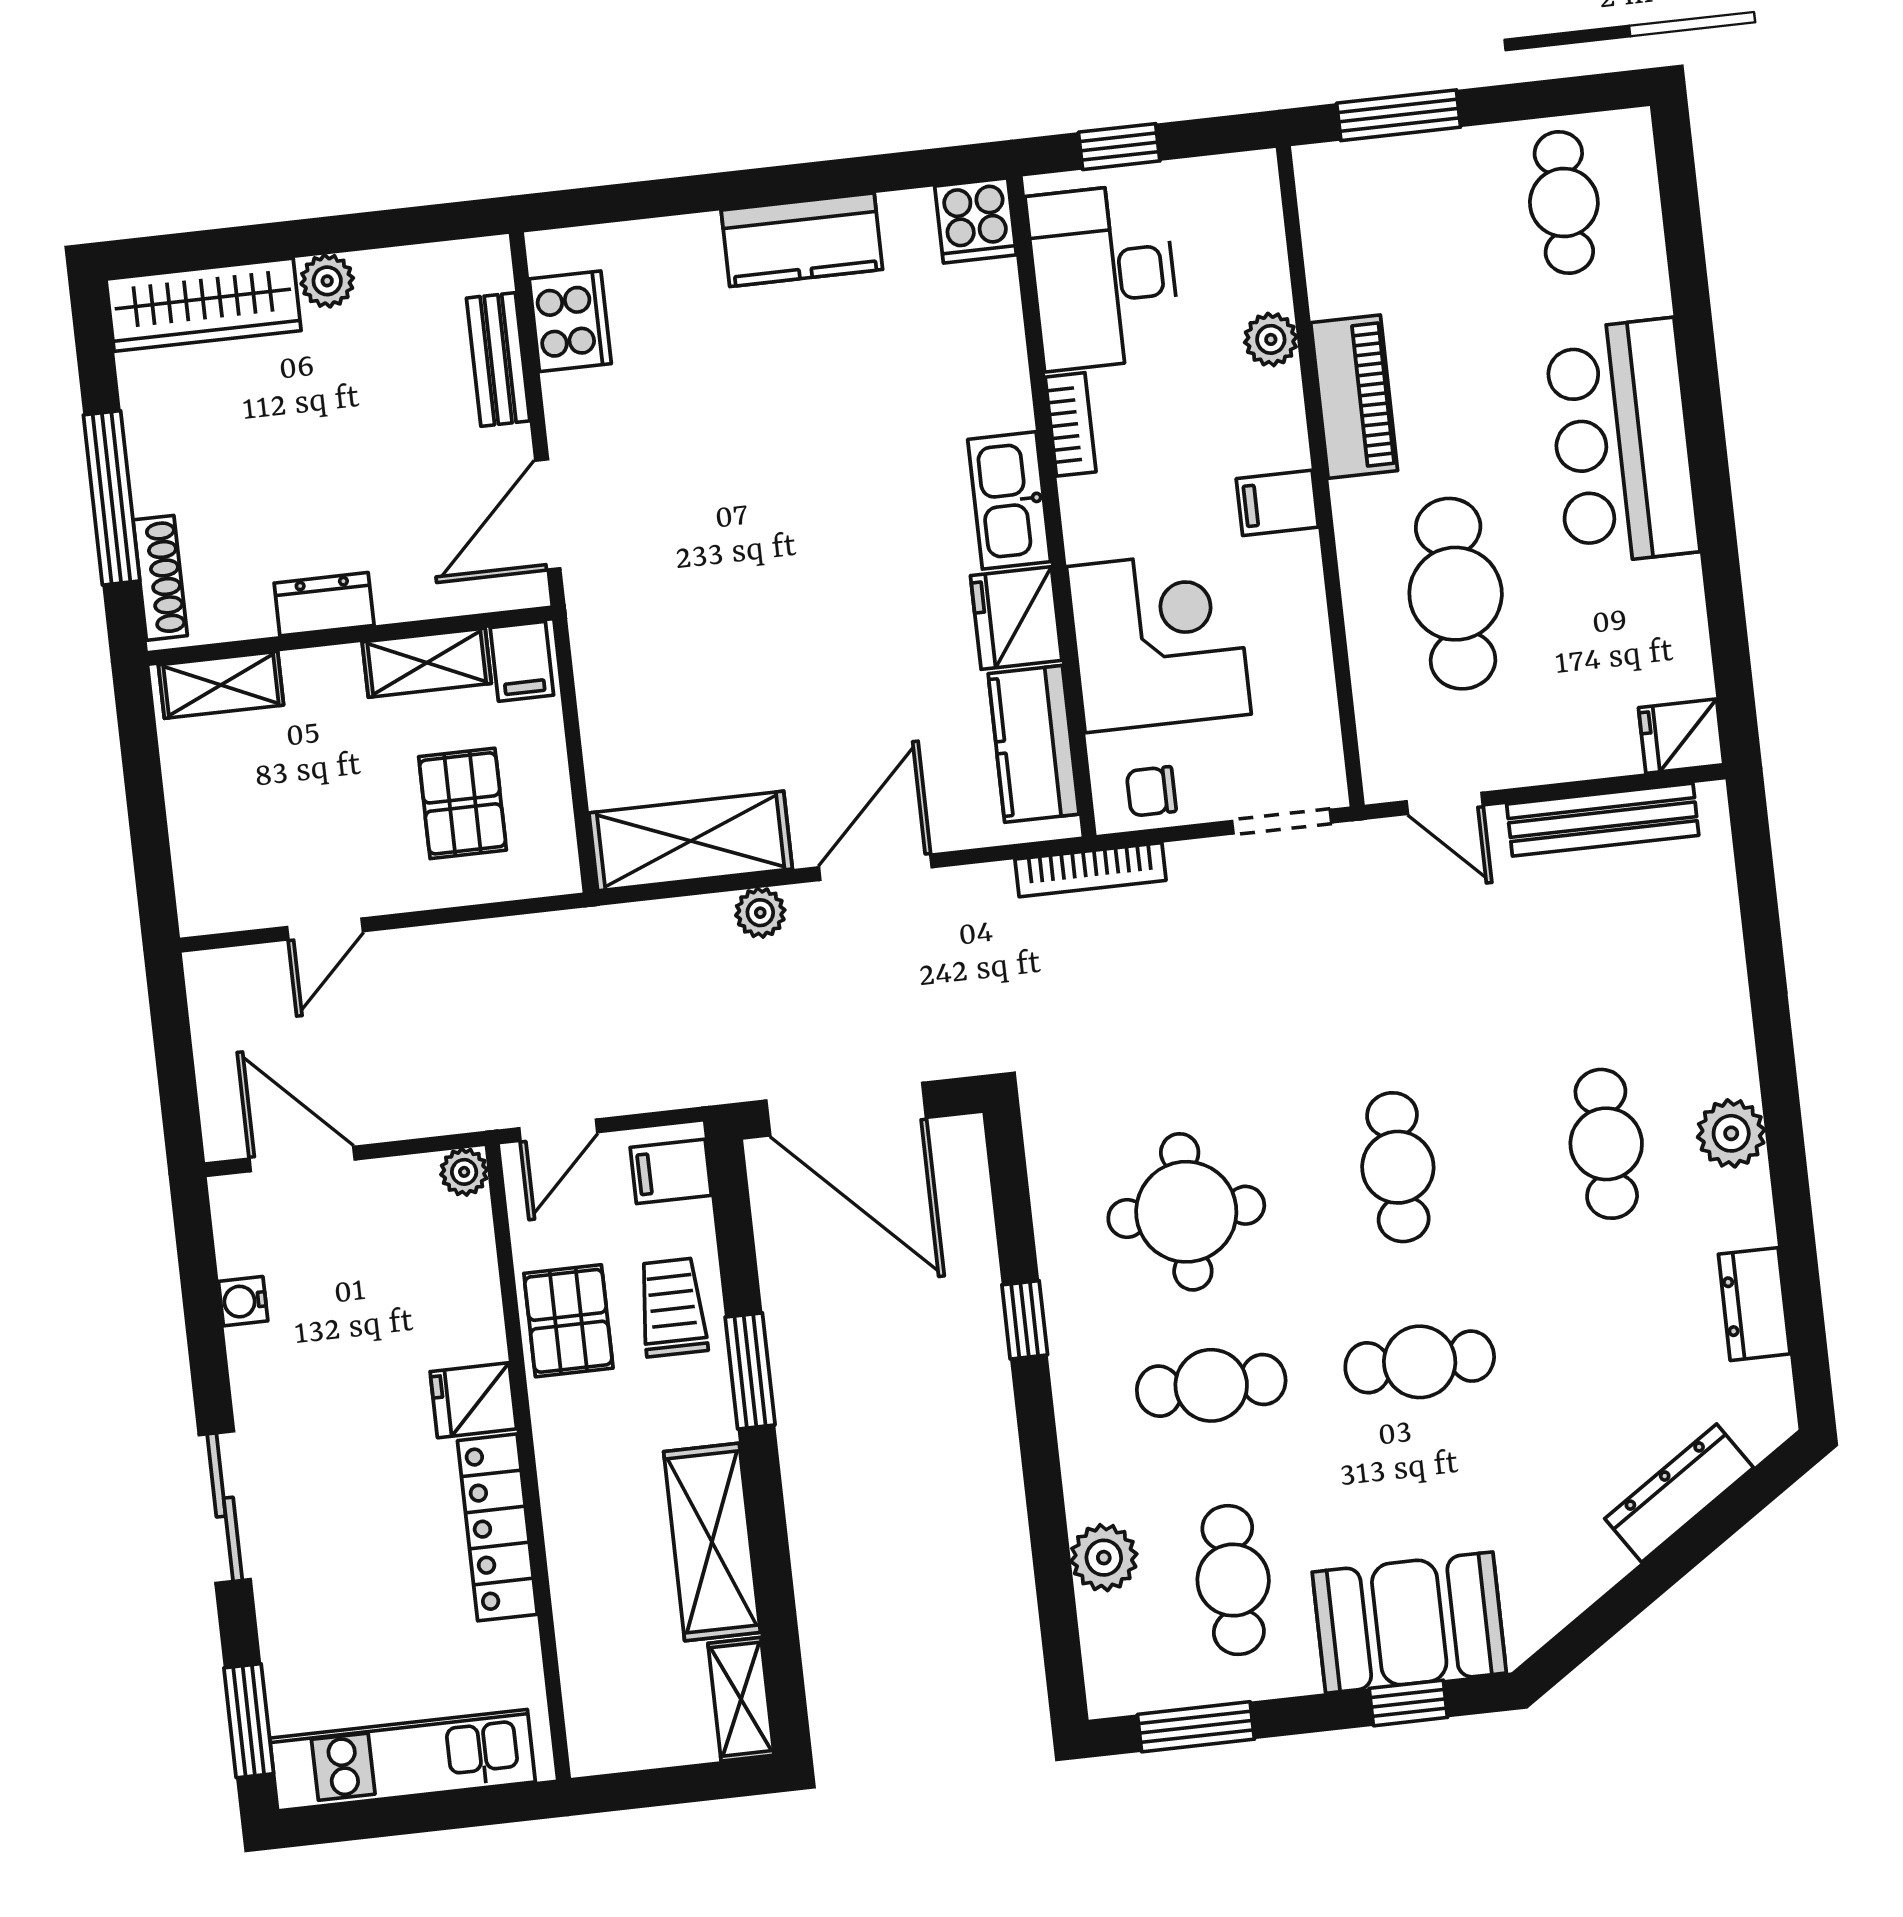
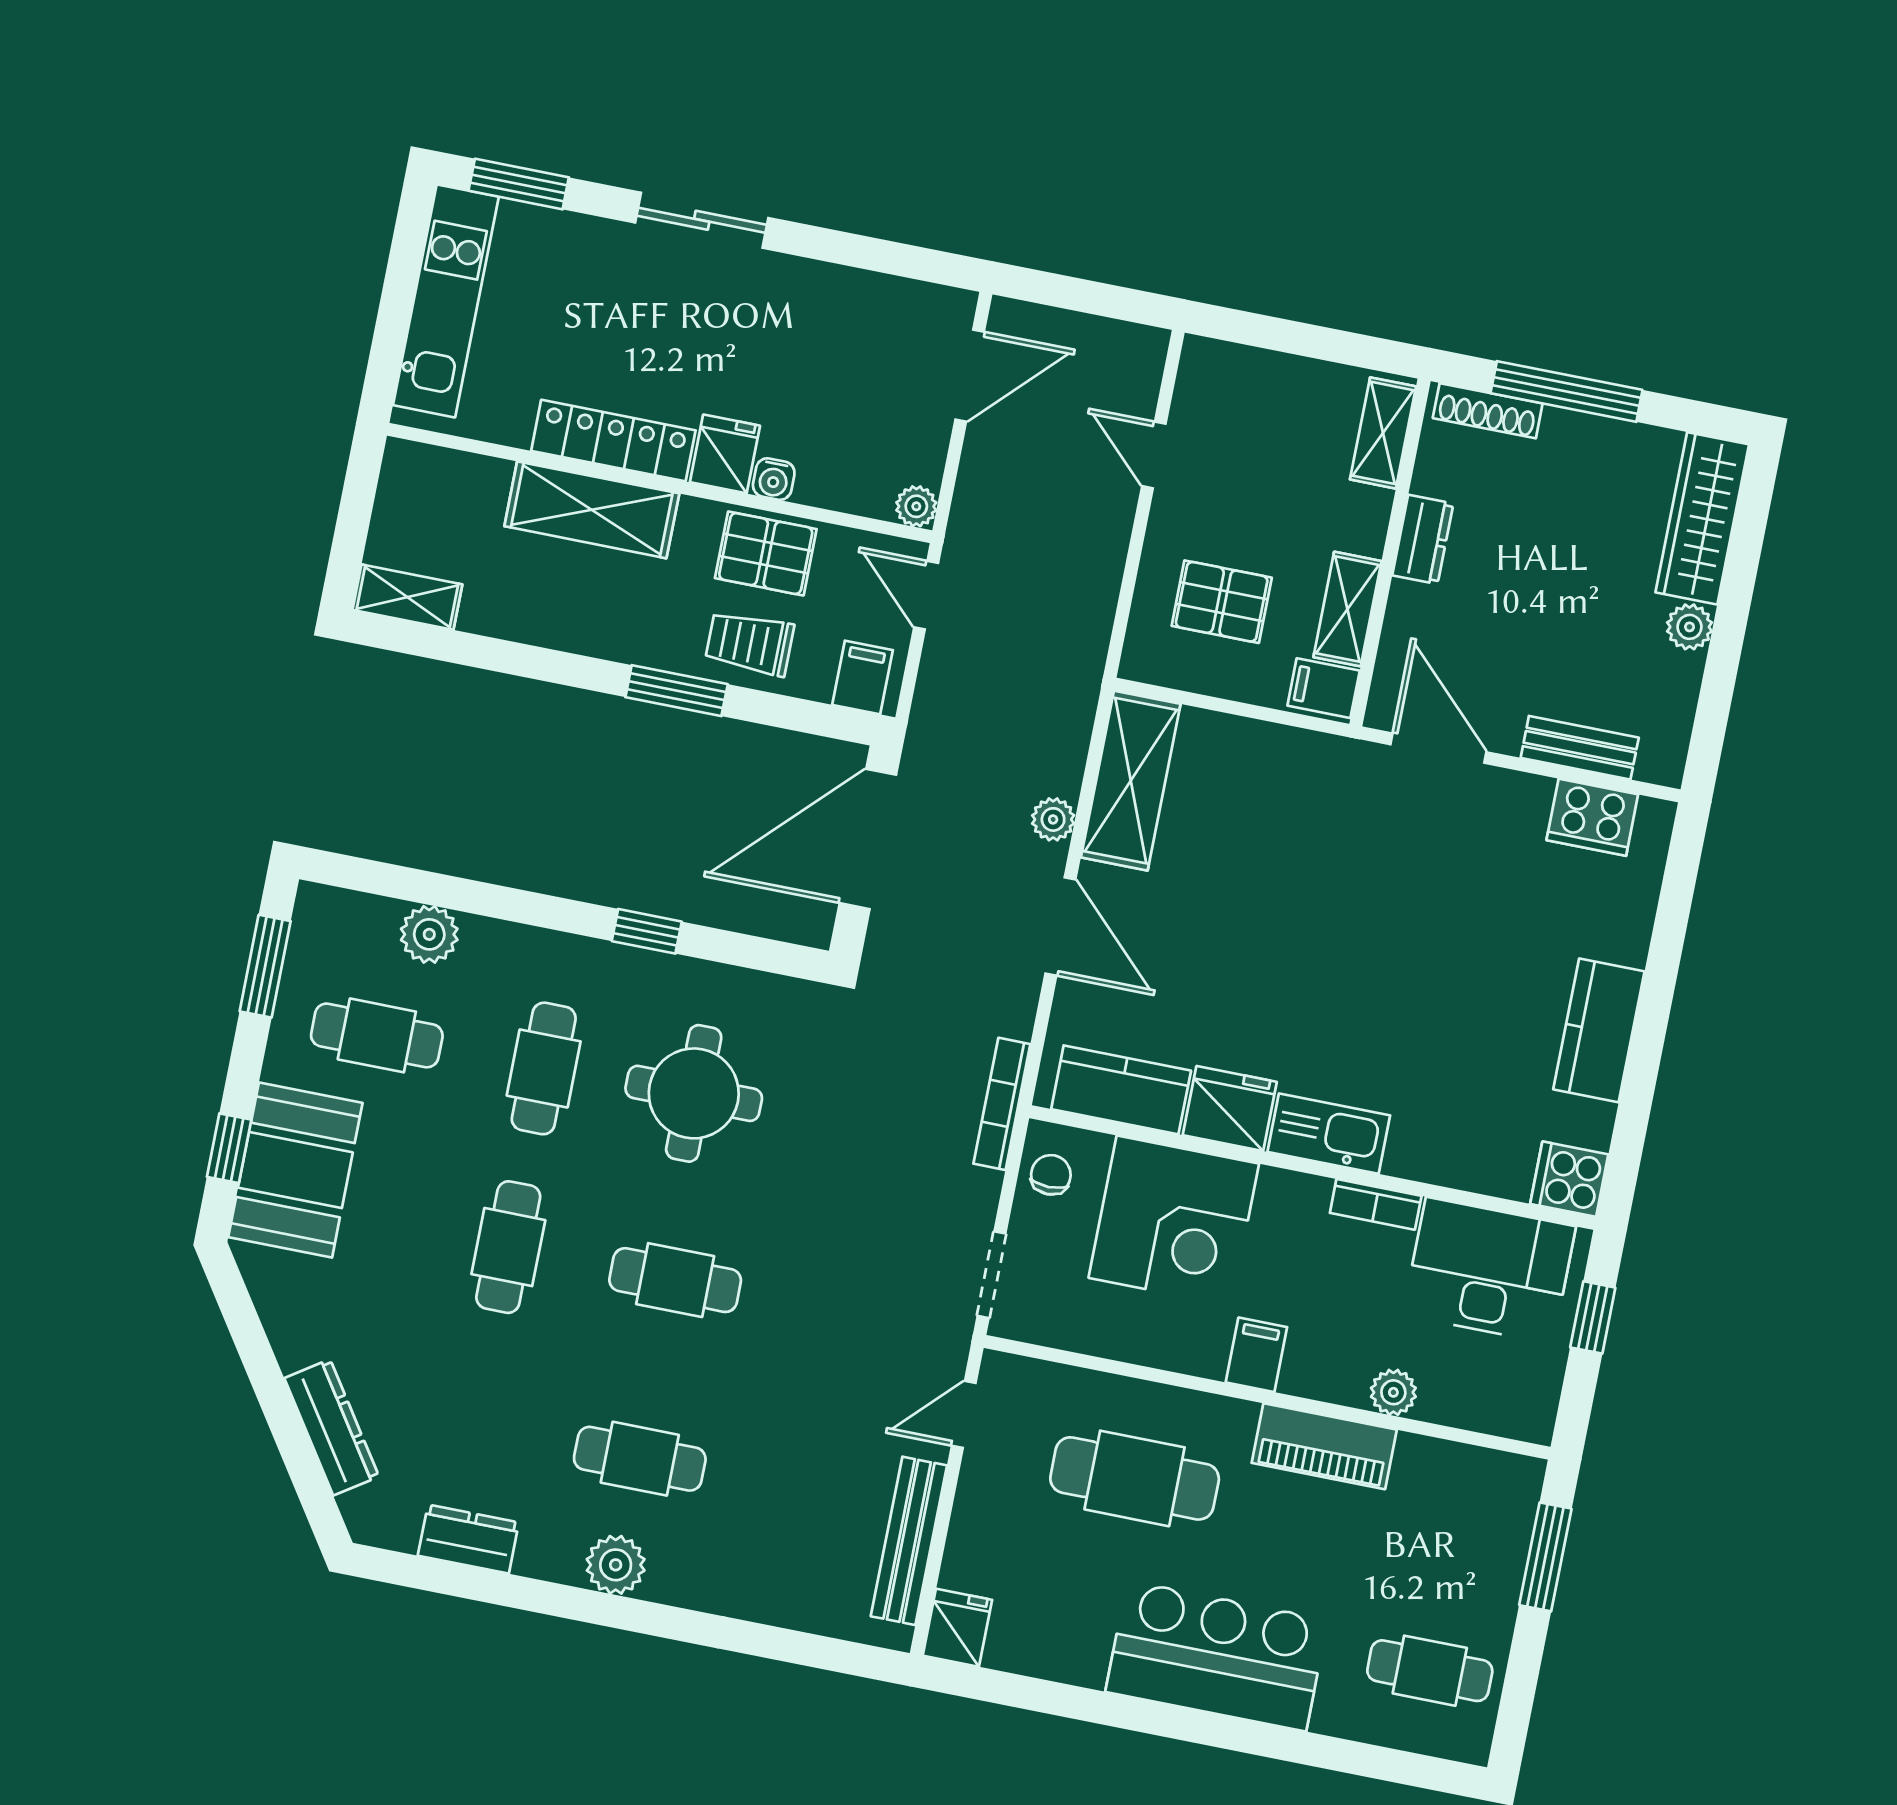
water cooler: (243, 1301) -> (774, 479), moved, turned 180
trolley: (672, 1307) -> (750, 643), turned 180
shelving: (712, 1542) -> (592, 510), moved

